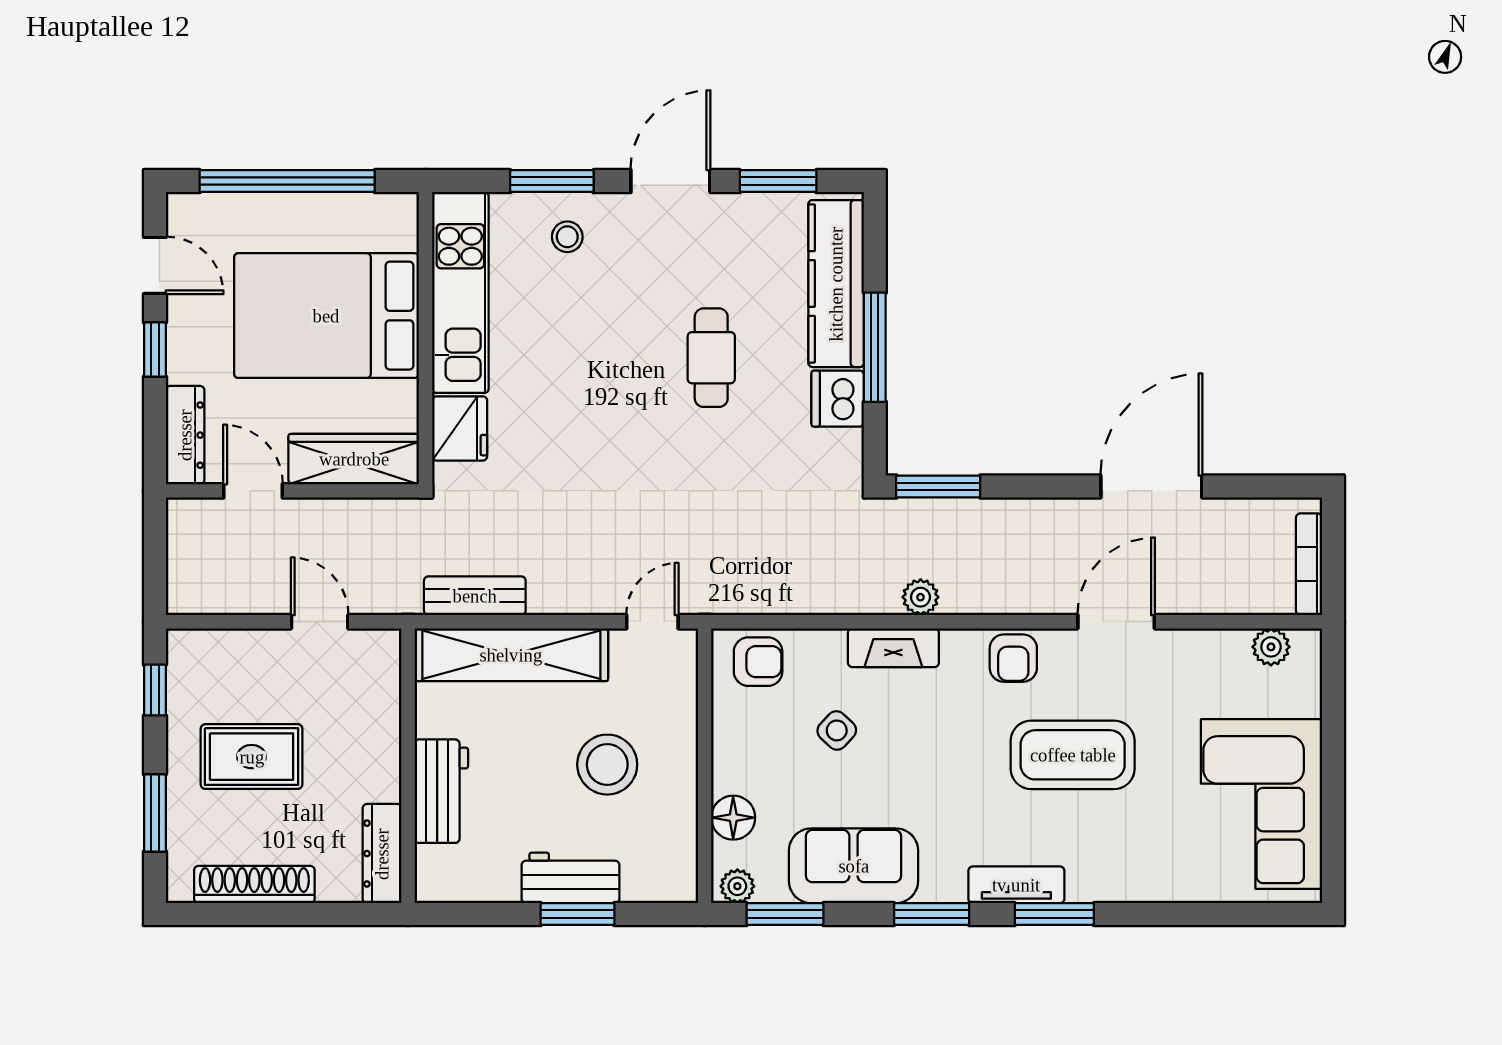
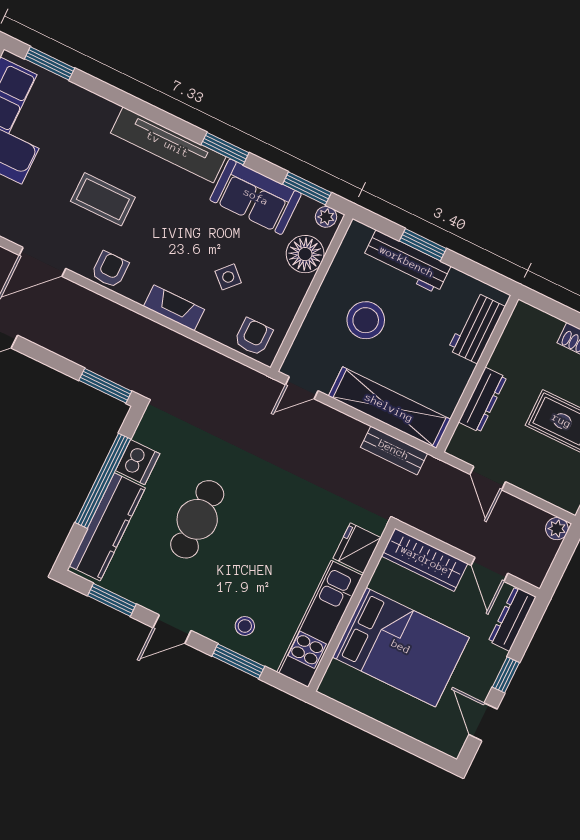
window: (287, 181) -> (386, 733), removed
door: (670, 181) -> (172, 629), width x0.73
window: (875, 347) -> (103, 481), width x1.46
cafe table: (711, 358) -> (197, 519), width x1.37, depth x1.35
plant: (921, 597) -> (557, 529), moved
armchair: (758, 662) -> (253, 337), turned 90
coffee table: (1073, 755) -> (103, 199), width x0.73, depth x0.76
workbench: (441, 791) -> (476, 328), moved
floor lamp: (733, 818) -> (305, 254), width x1.38, depth x1.38
dresser: (382, 854) -> (483, 400), moved
workbench: (570, 878) -> (407, 262), width x1.38
tv unit: (1016, 885) -> (168, 145), width x1.92, depth x1.29
window: (1054, 914) -> (50, 63), moved

